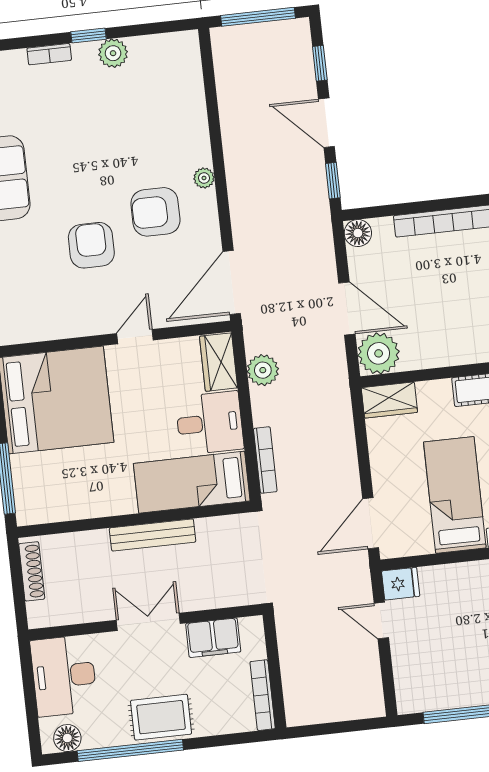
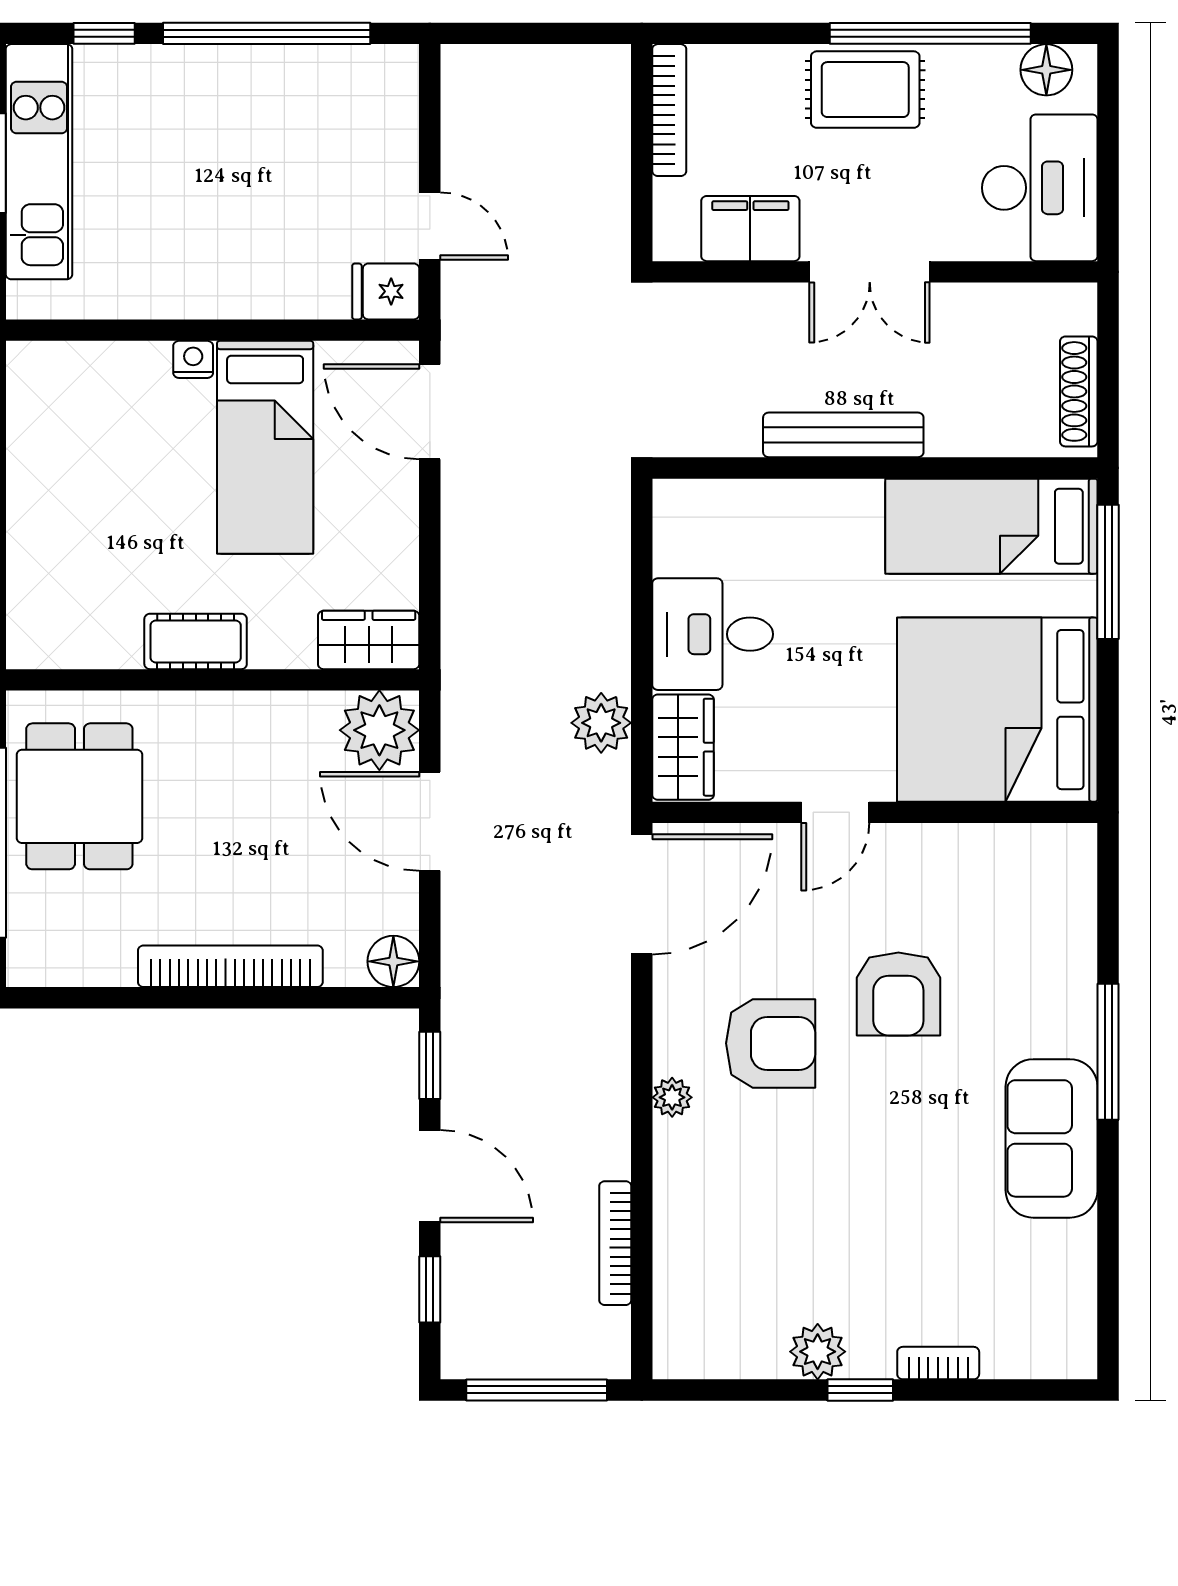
bookcase: (265, 460) -> (615, 1243), moved
bed: (192, 482) -> (991, 526), moved, turned 180
door: (371, 523) -> (430, 412), swing flipped

